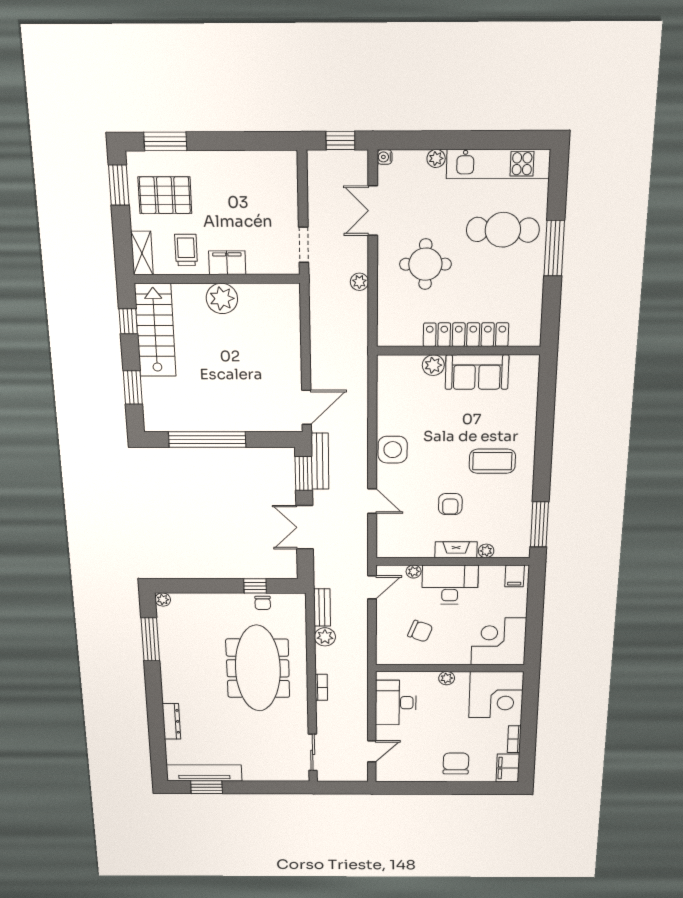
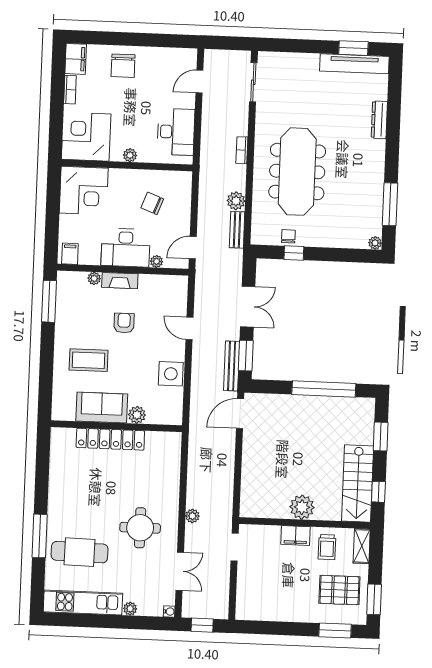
locker: (466, 335) -> (110, 439), moved
wall: (458, 351) -> (116, 426), moved
plant: (433, 365) -> (137, 415), moved
sofa: (477, 372) -> (102, 408), moved

